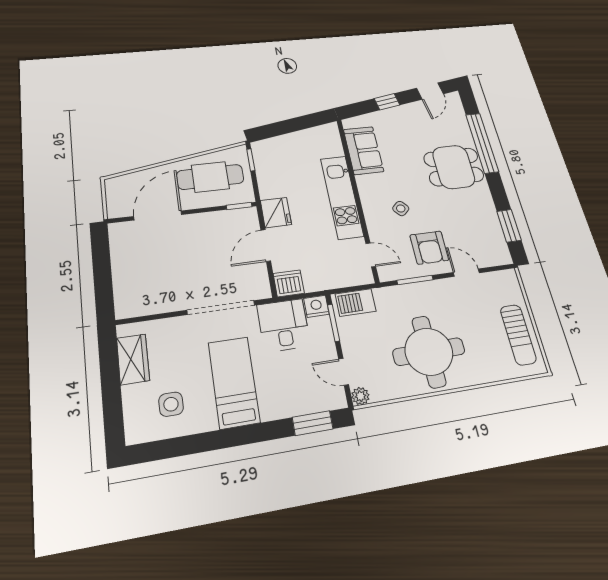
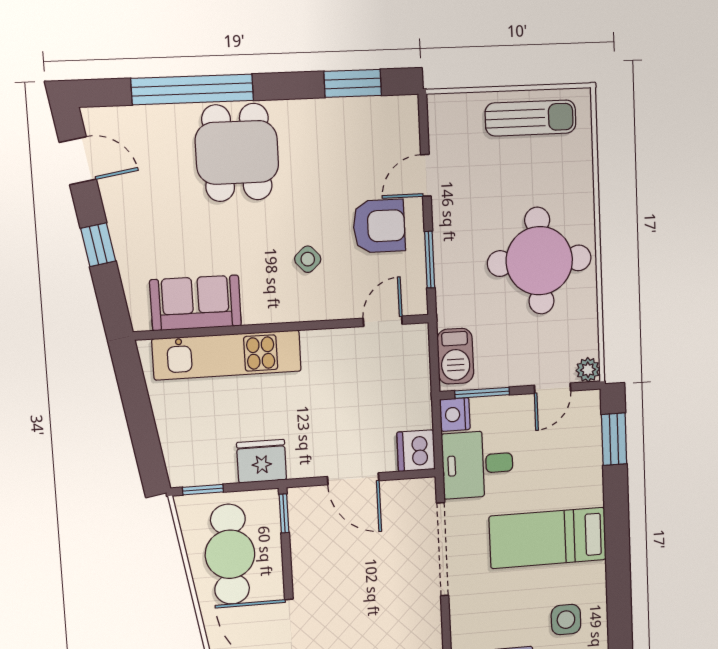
kitchen unit: (342, 197) -> (227, 355), moved
fridge: (276, 213) -> (262, 461), moved

